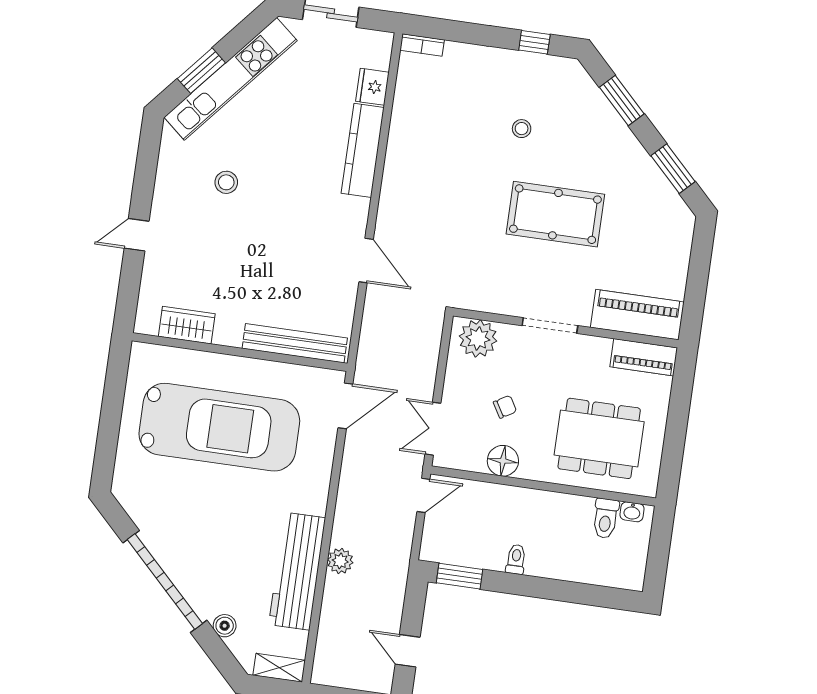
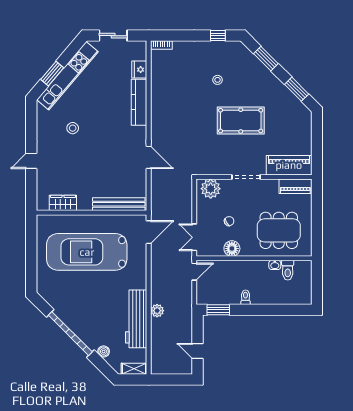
car: (219, 427) -> (87, 252), turned 180
washbasin: (632, 512) -> (275, 265), moved

